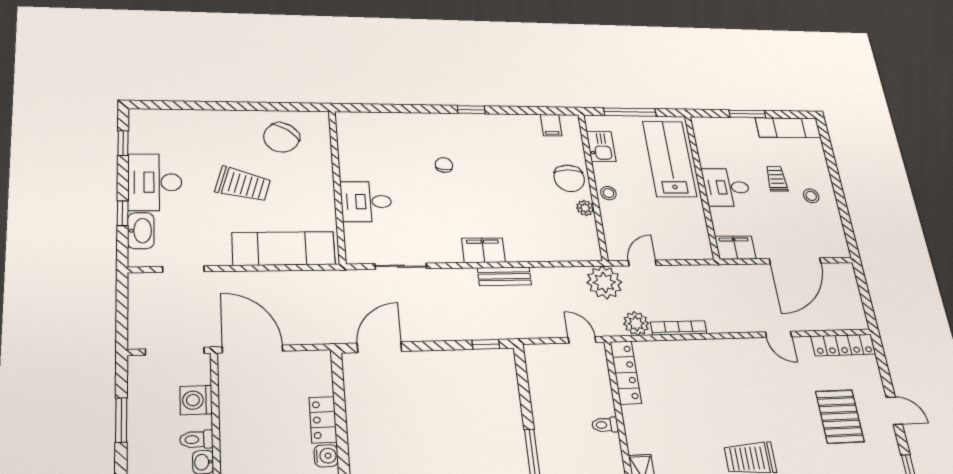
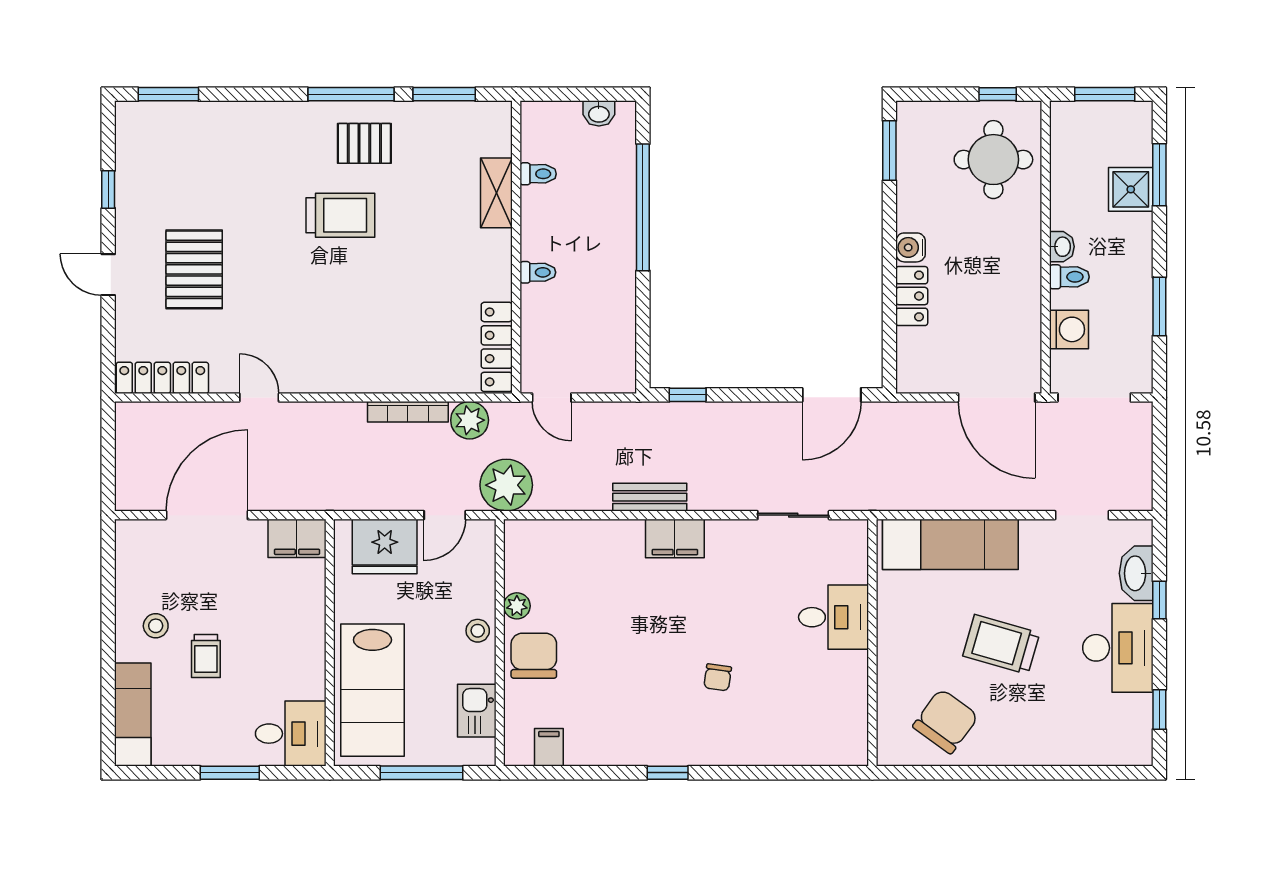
exam couch: (788, 128) -> (133, 715), moved, turned 90
desk: (726, 187) -> (291, 734), moved
fridge: (678, 243) -> (385, 546), added

